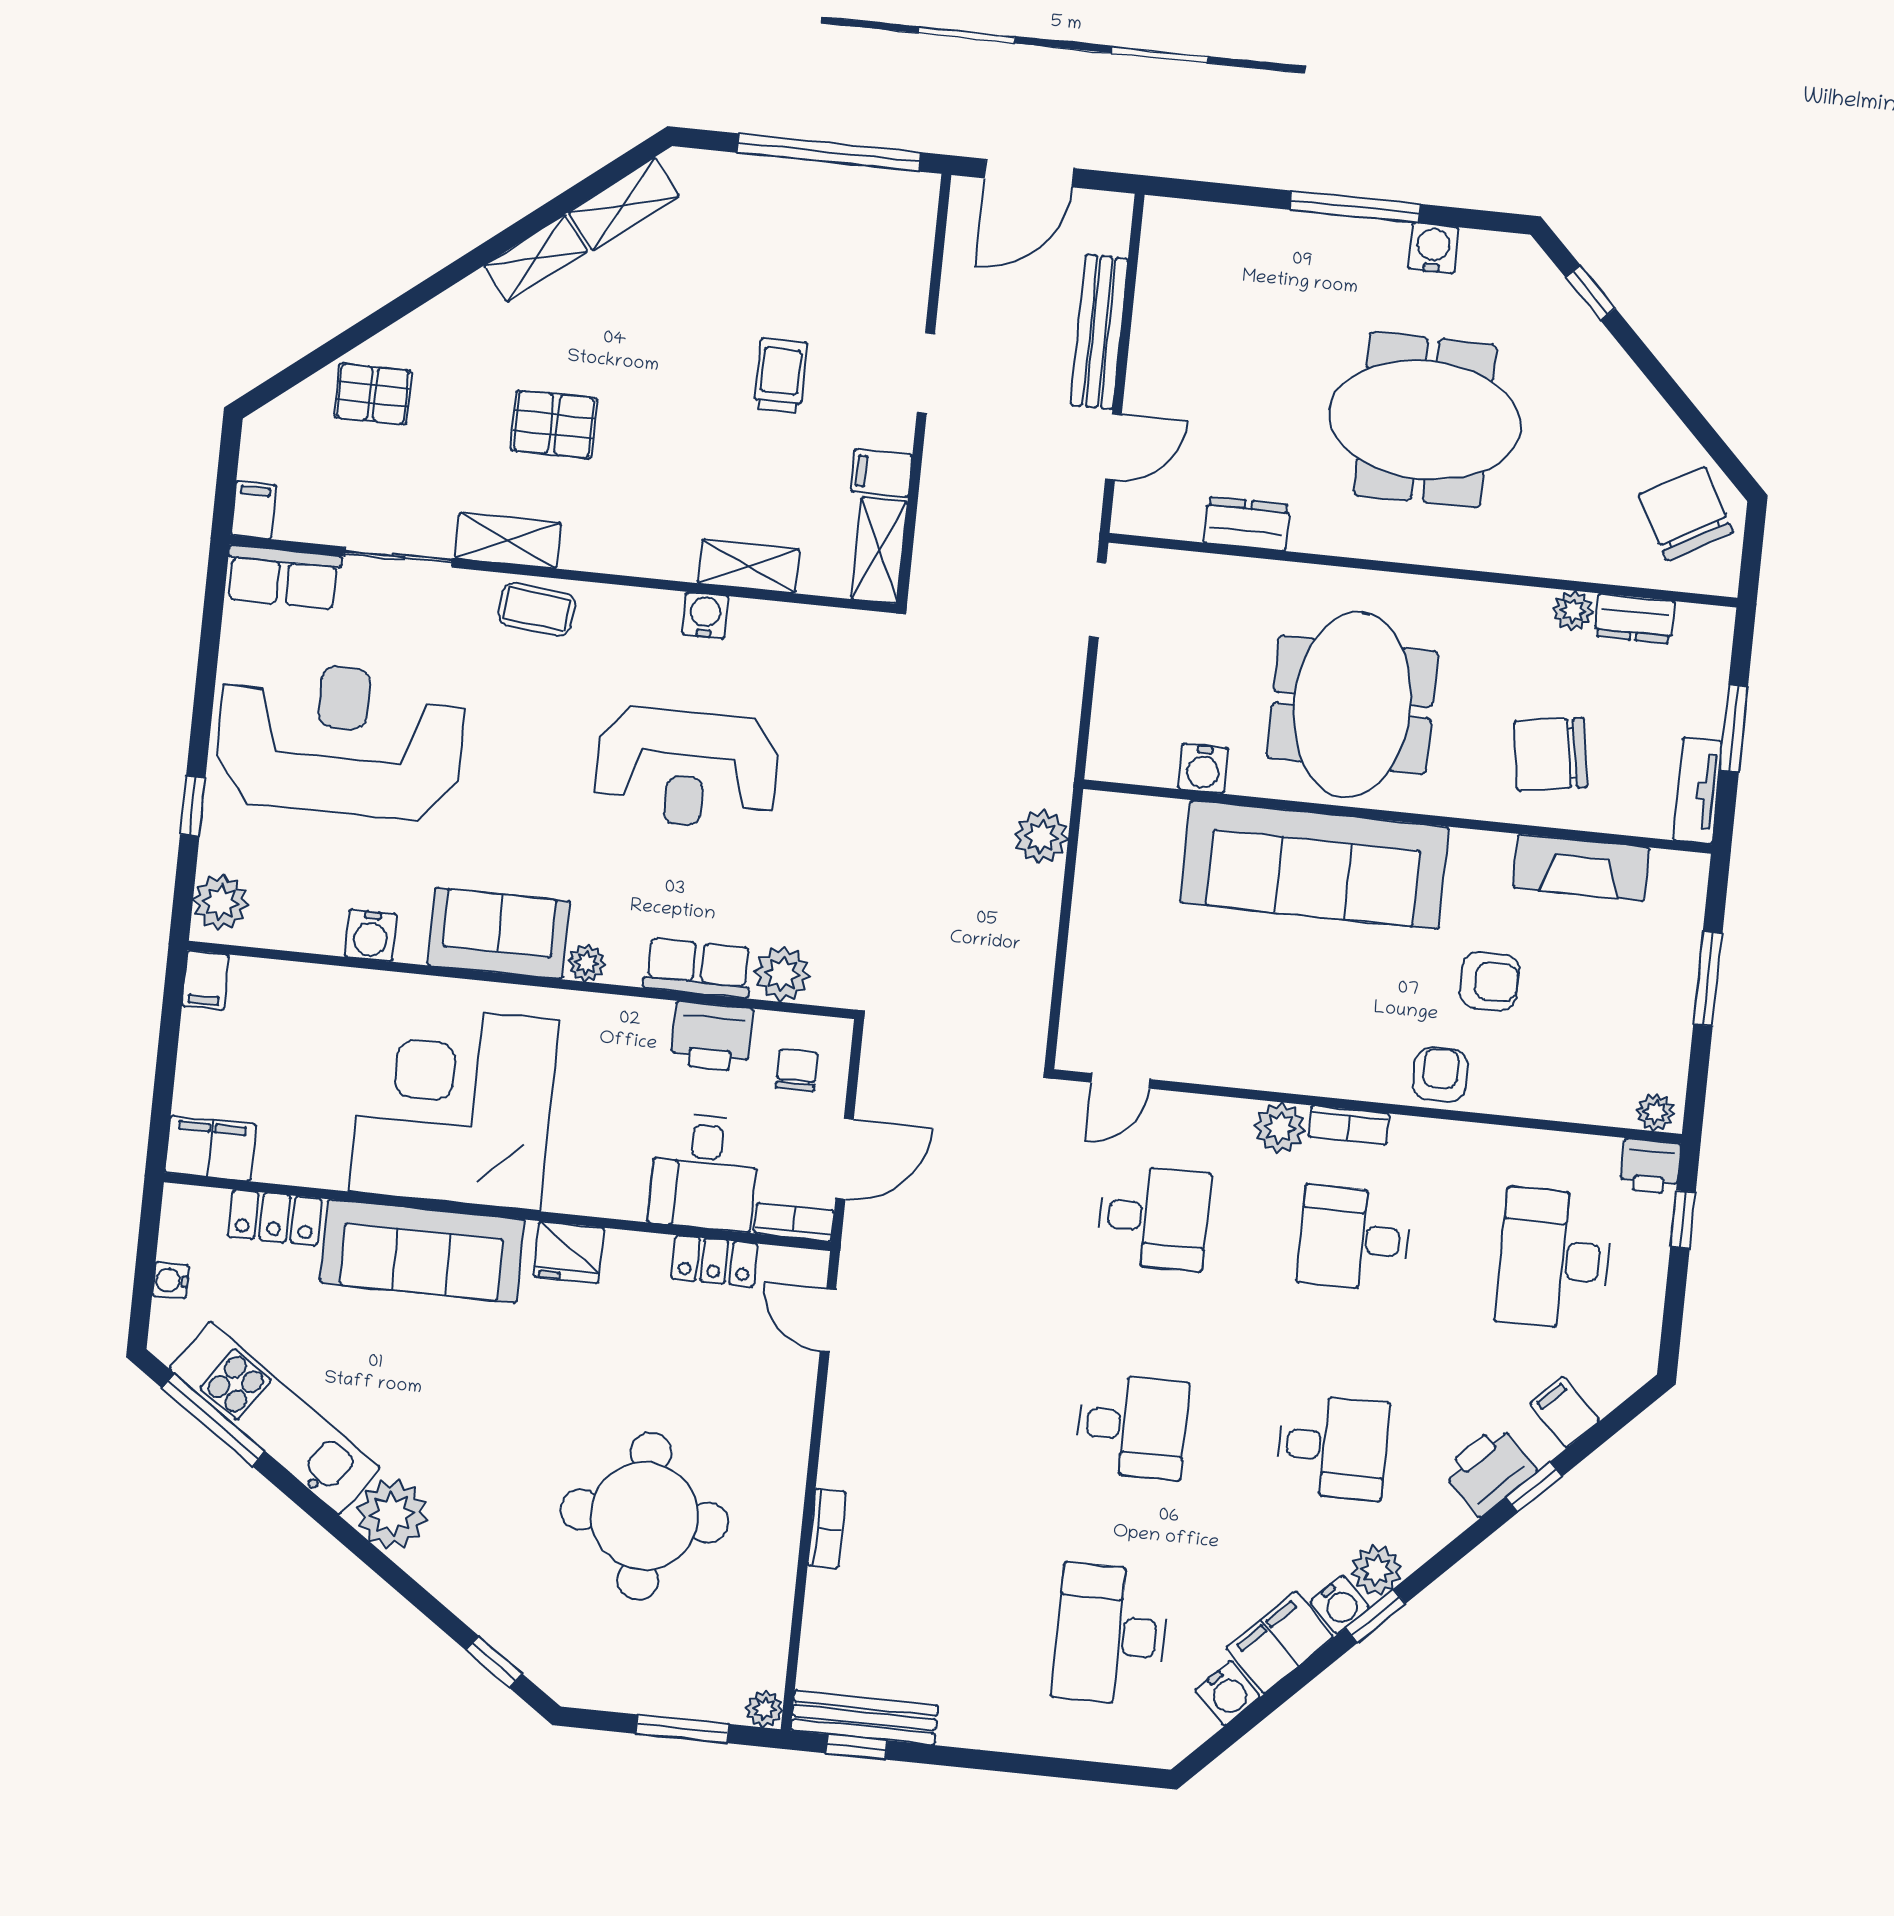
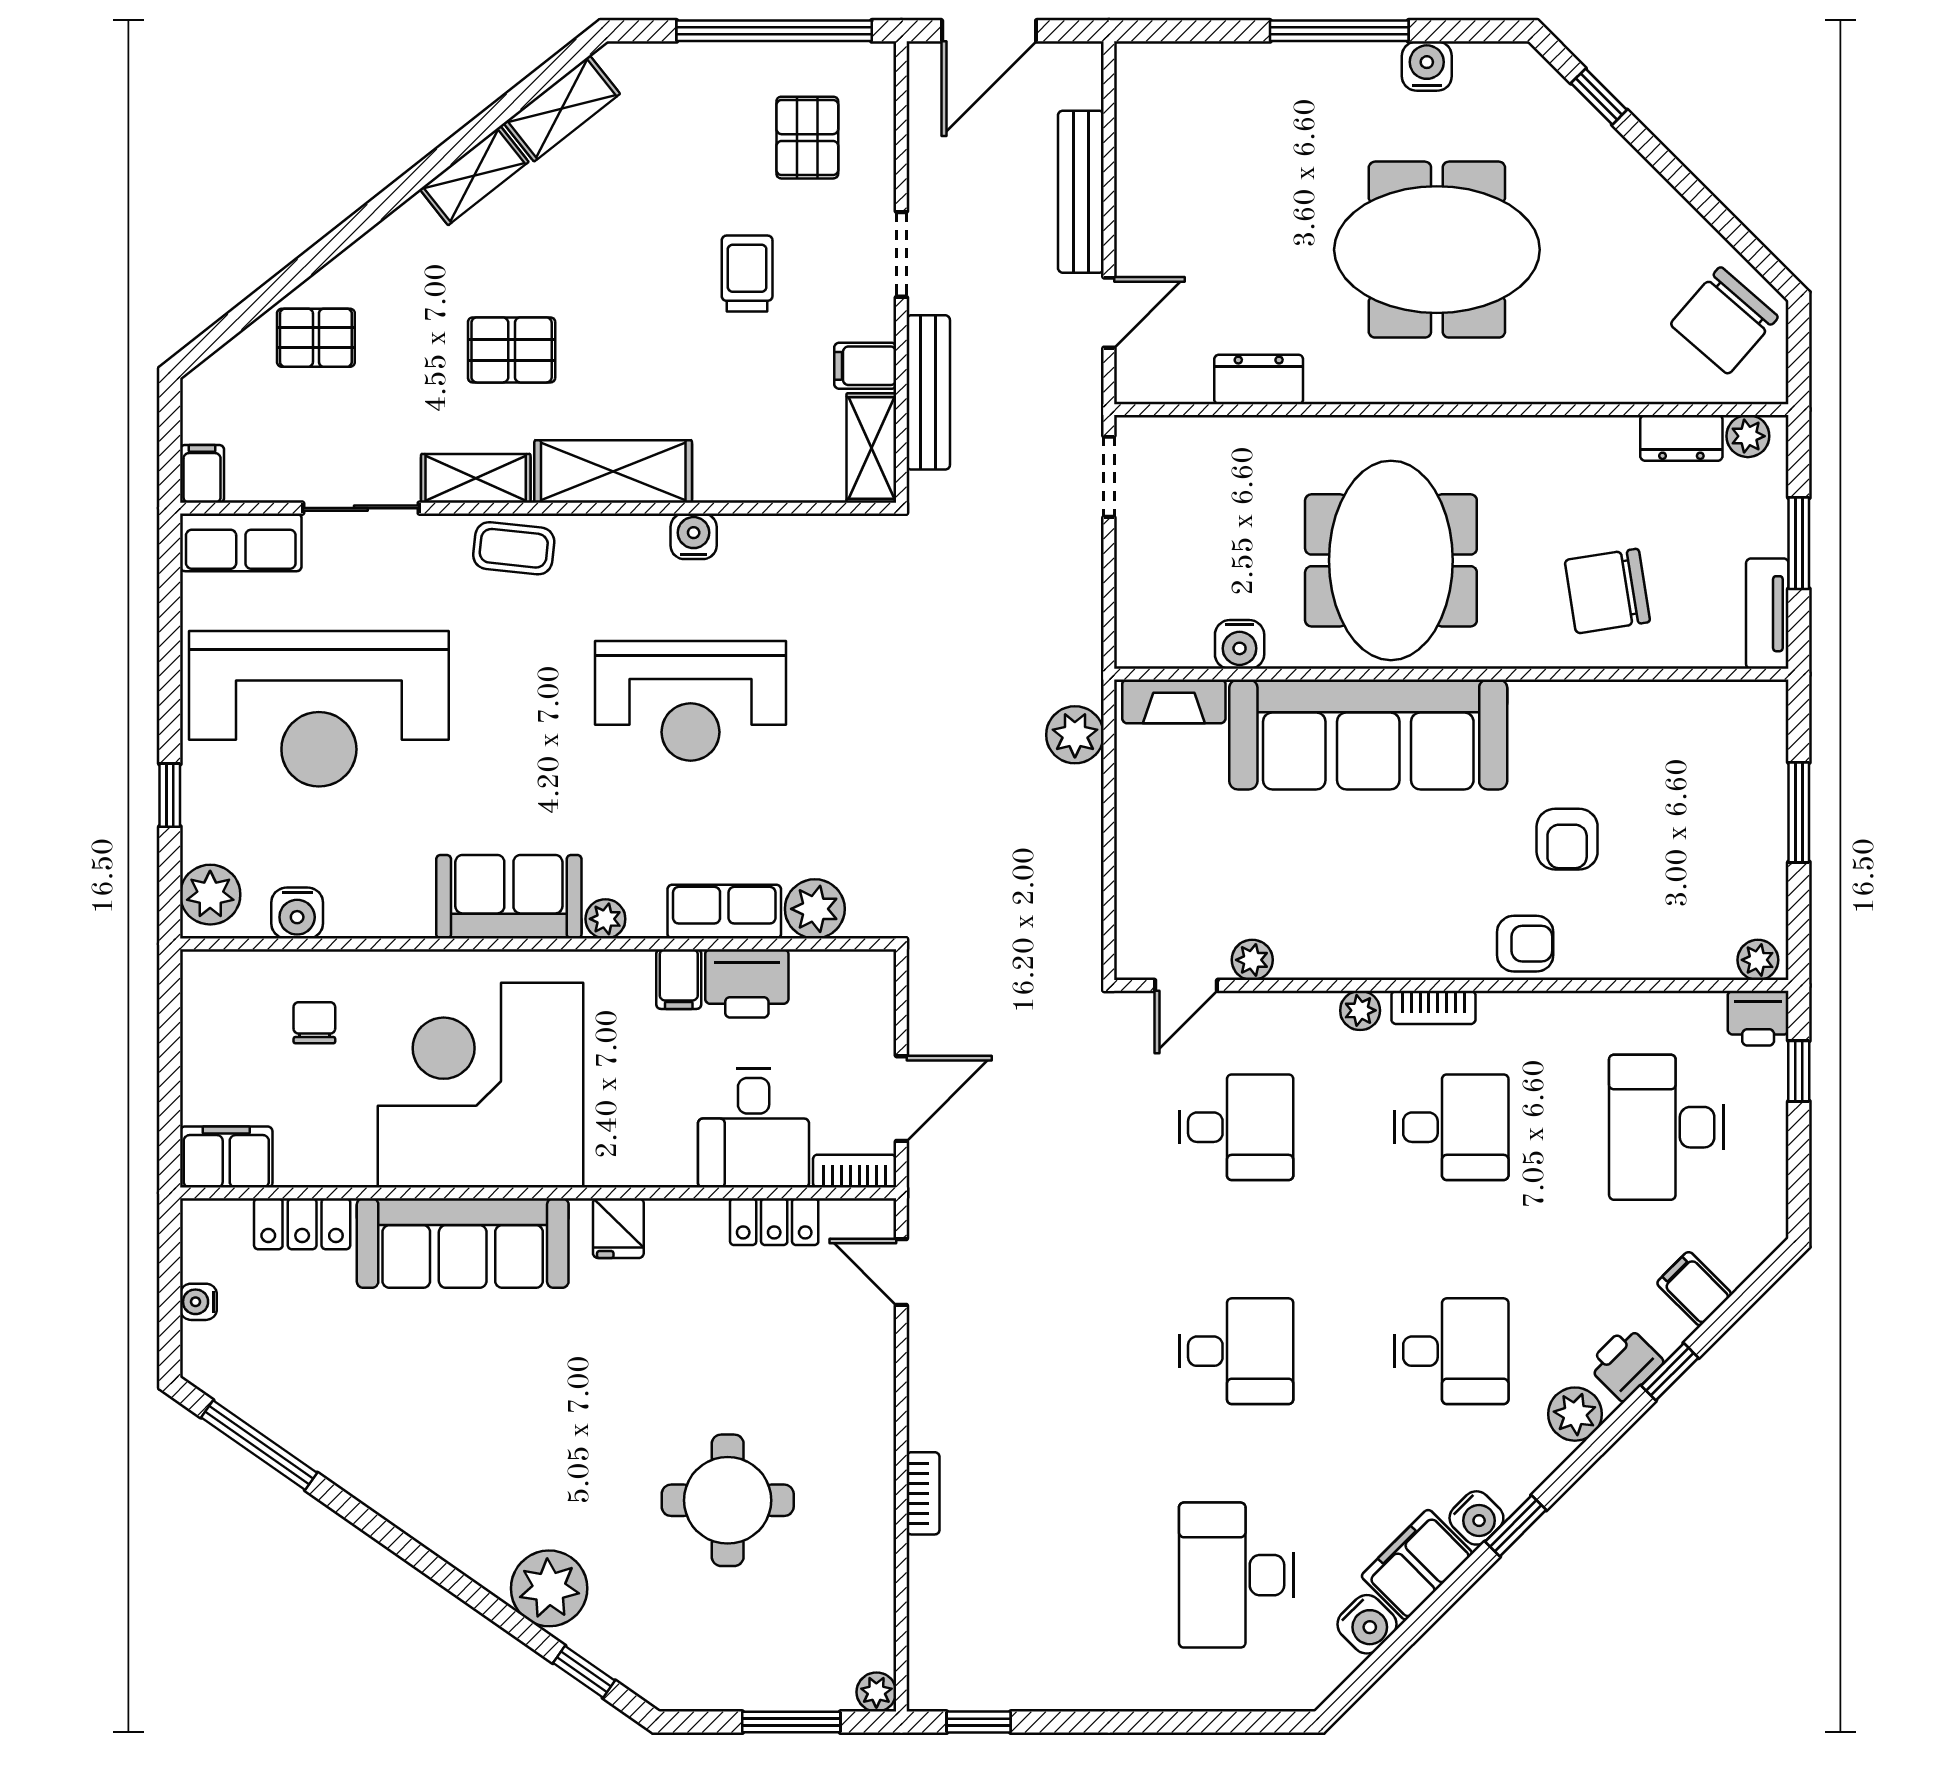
pallet: (850, 255) -> (807, 138), added
chair: (1686, 514) -> (1724, 321), turned -110
shelving: (748, 566) -> (613, 471), moved, width x1.50, depth x1.33
plant: (1573, 611) -> (1748, 436), moved
reception desk: (340, 740) -> (319, 709), turned 180
fireplace: (1581, 868) -> (1174, 701), moved, width x0.73, depth x0.76
water cooler: (371, 935) -> (297, 913), moved
filing cabinet: (206, 980) -> (679, 979), moved
armchair: (1489, 981) -> (1567, 839), turned 90
plant: (1185, 1063) -> (1252, 960), added
chair: (797, 1070) -> (314, 1023), moved
armchair: (1440, 1075) -> (1525, 944), turned 90
plant: (1280, 1128) -> (1360, 1010), width x0.73, depth x0.73
desk: (1354, 1238) -> (1451, 1127), turned 180
fridge: (569, 1252) -> (618, 1228), width x0.72
kitchen unit: (275, 1418) -> (324, 1437), removed
printer: (1489, 1470) -> (1625, 1364), width x0.73, depth x0.81
plant: (392, 1514) -> (549, 1588), moved
round table: (644, 1516) -> (728, 1500), width x0.73, depth x0.73
plant: (1377, 1570) -> (1575, 1414), moved
bench: (865, 1718) -> (928, 392), moved, turned 90

